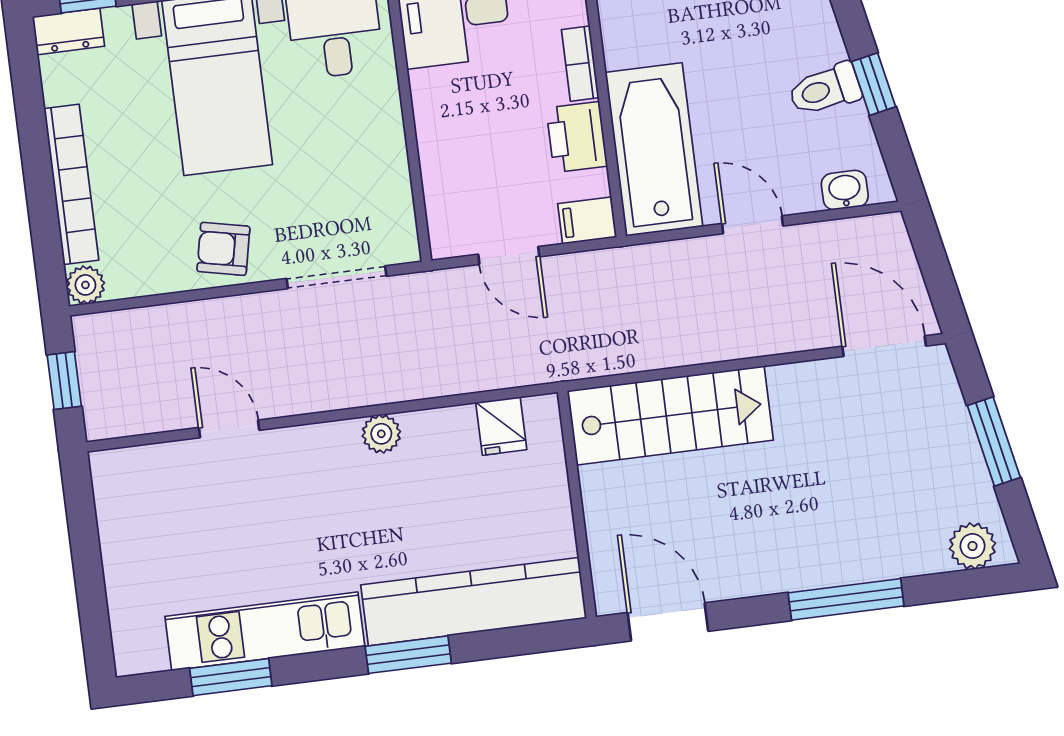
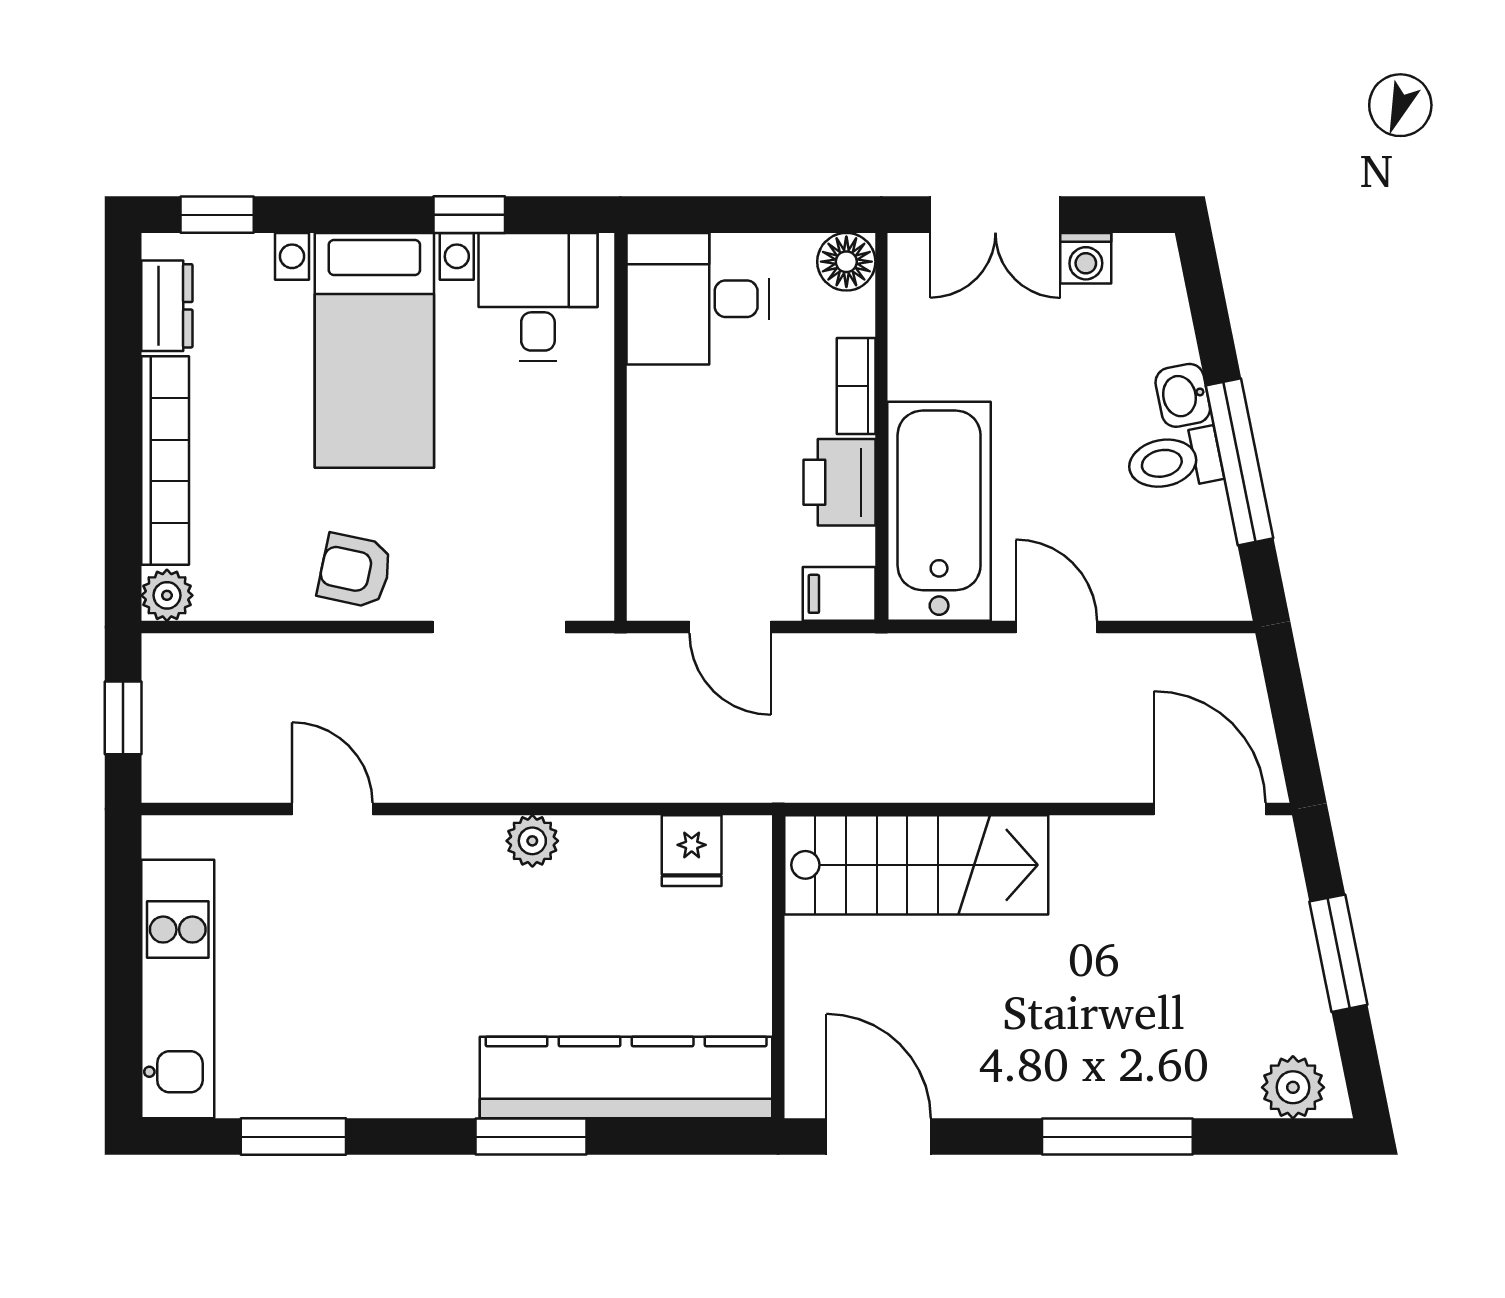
dresser: (68, 31) -> (167, 306), moved, turned -90
window: (874, 84) -> (1239, 462), width x2.17
washbasin: (845, 190) -> (1183, 395), moved, turned -101
kitchen unit: (265, 631) -> (178, 989), moved, turned 90

